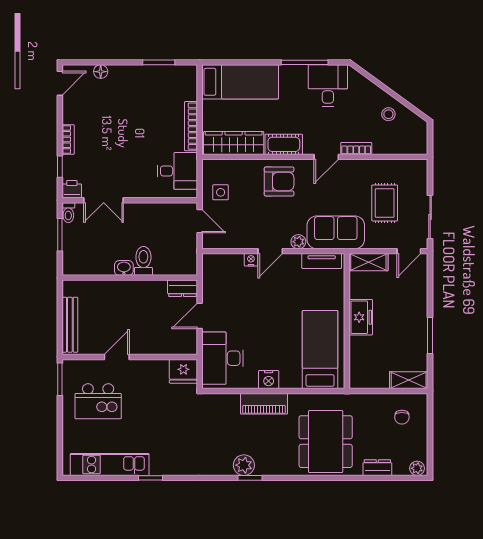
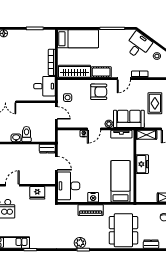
desk: (328, 86) -> (138, 45), moved, turned 36
door: (200, 316) -> (56, 163), swing flipped
fridge: (183, 371) -> (37, 193), moved

